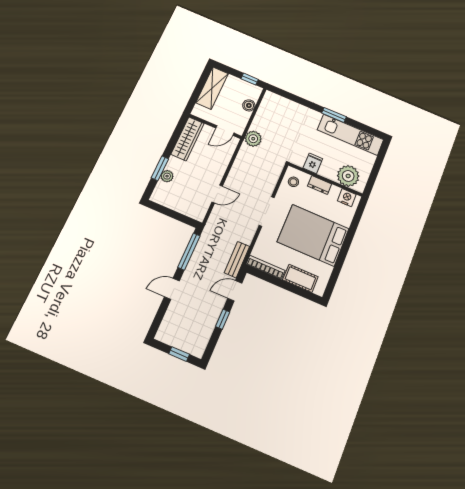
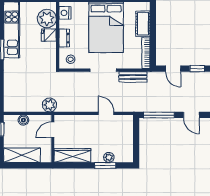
door: (225, 131) -> (53, 130), swing flipped
fridge: (313, 163) -> (49, 35), moved
bench: (237, 260) -> (133, 77), moved

